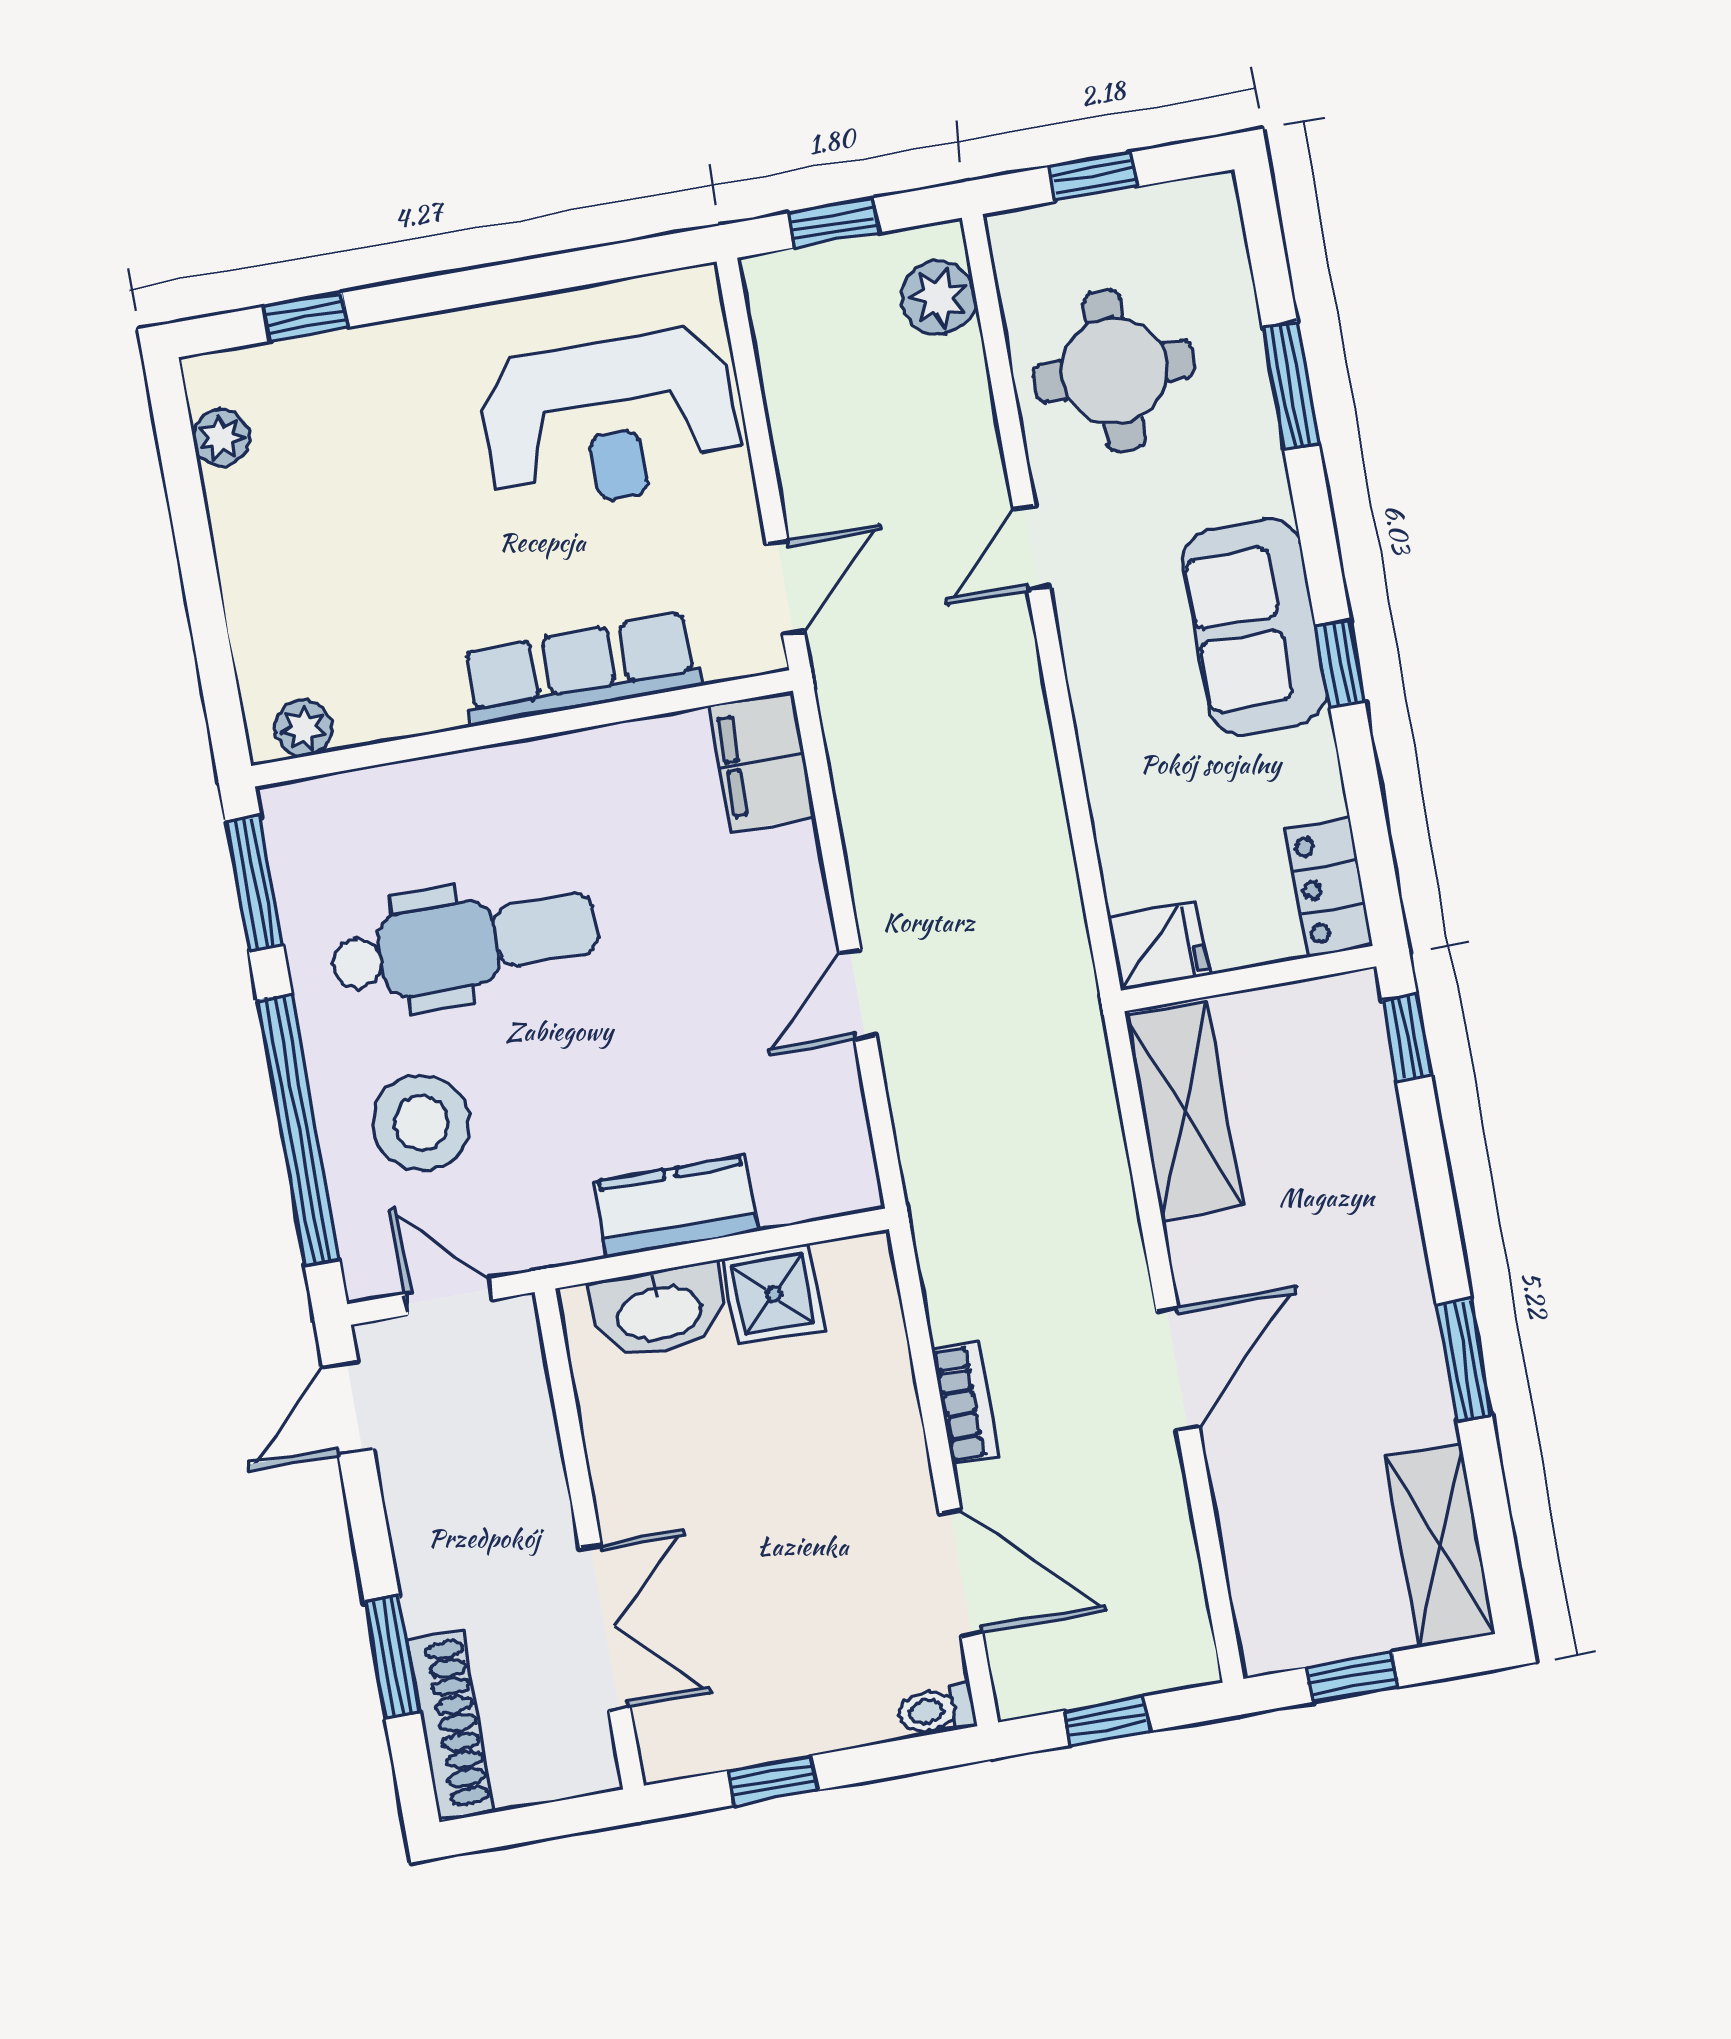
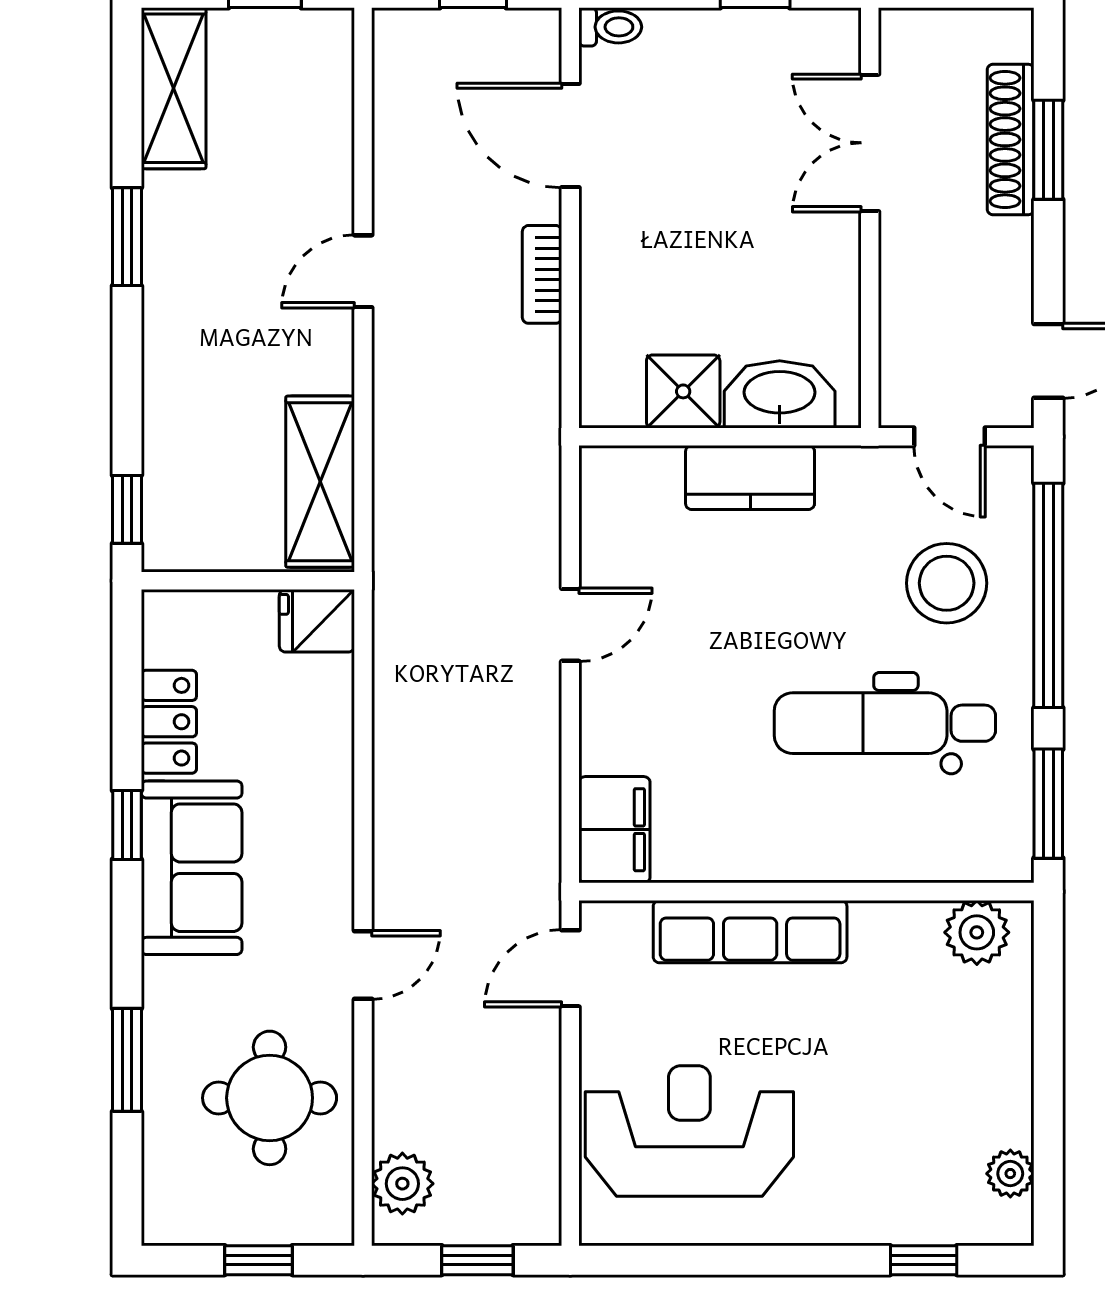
plant: (303, 728) -> (977, 932), width x1.38, depth x1.38
locker: (1329, 887) -> (169, 722), moved
door: (1178, 1369) -> (363, 271), width x0.73
shoe rack: (450, 1724) -> (1011, 140), moved

